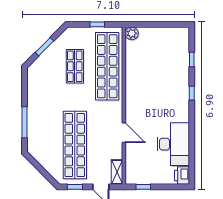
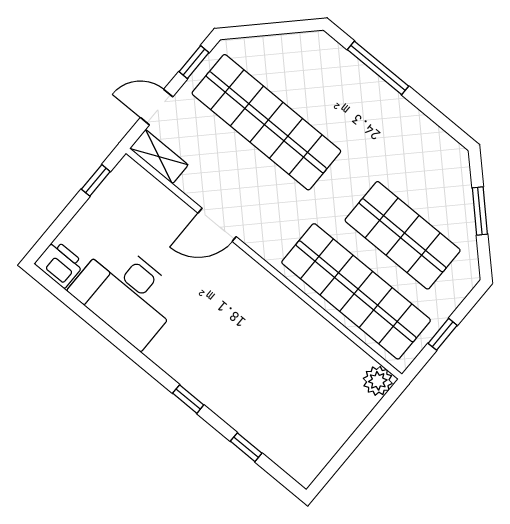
shop shelf: (75, 66) -> (403, 235), width x1.43, depth x1.36

